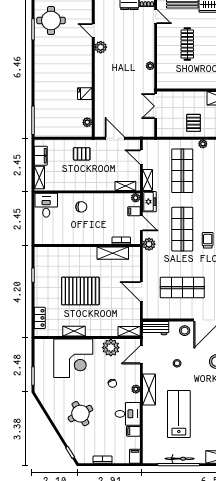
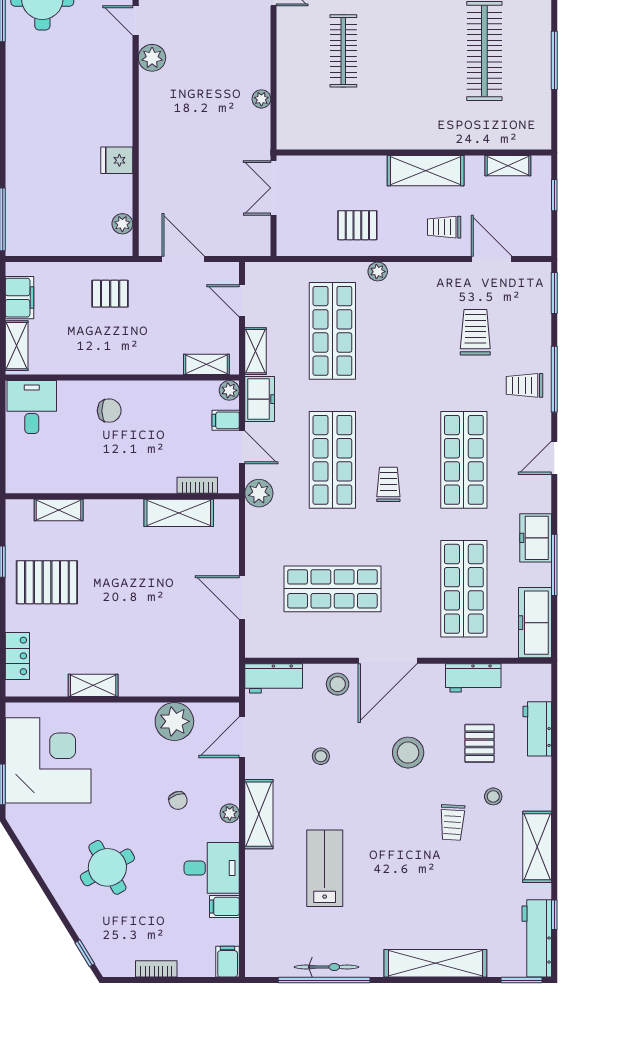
pallet: (194, 123) -> (357, 225), turned 90
pallet: (80, 291) -> (47, 582), moved, width x0.73, depth x0.71
shelving: (129, 331) -> (59, 510), moved
corner desk: (73, 358) -> (48, 760), moved, turned -90
lab bench: (179, 414) -> (325, 868), width x0.73, depth x0.72

